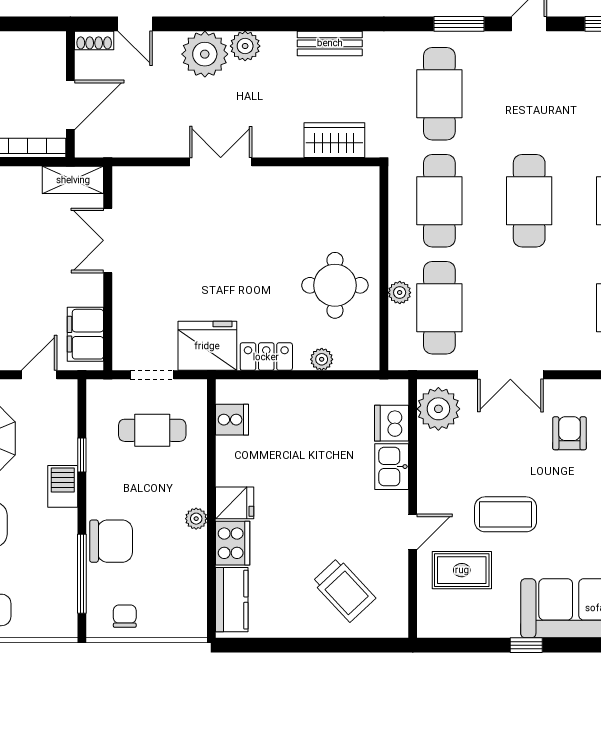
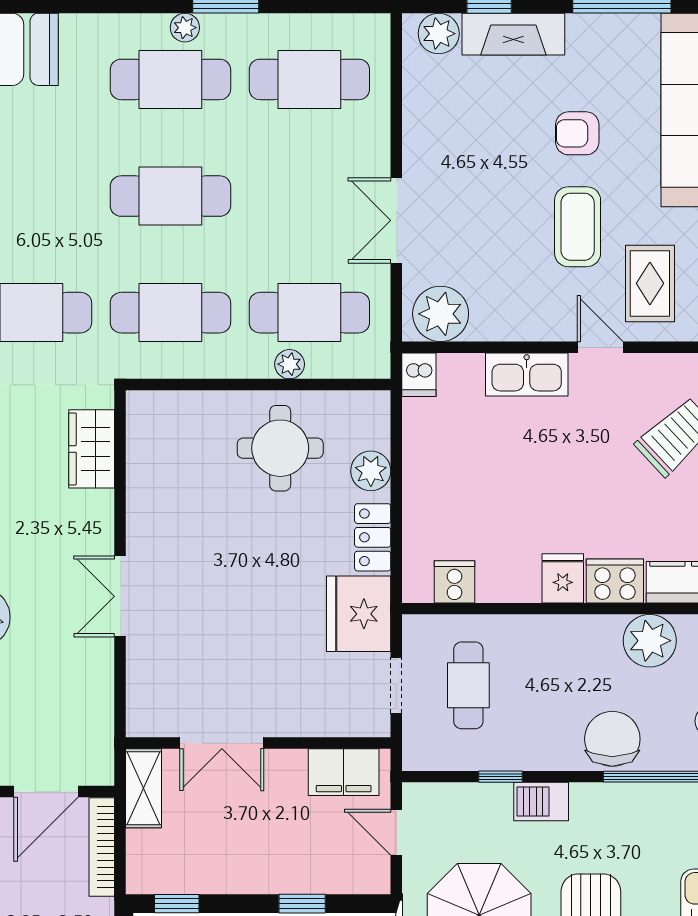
door: (70, 105) -> (46, 792), swing flipped
plant: (322, 359) -> (371, 471), width x1.38, depth x1.38
double door: (510, 375) -> (396, 220), swing flipped
dishwasher: (392, 423) -> (419, 375), moved, width x0.73
armchair: (569, 433) -> (577, 133), moved
kitchen sink: (392, 467) -> (527, 375), width x1.38
plant: (196, 519) -> (650, 641), moved, width x1.88, depth x1.88

